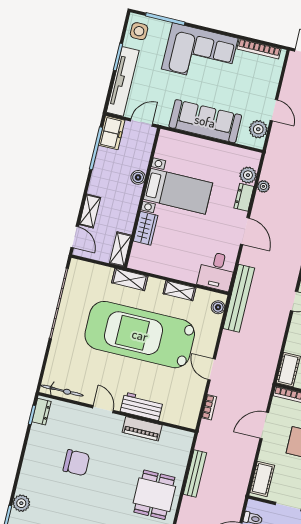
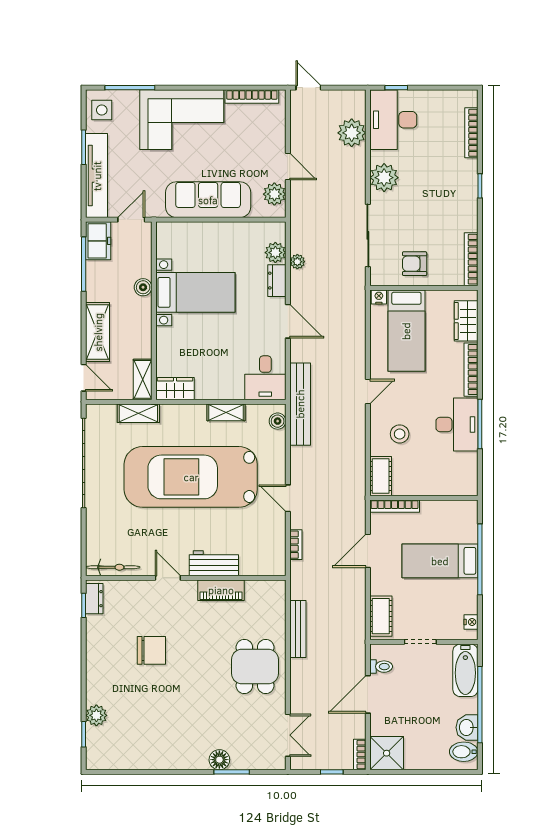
shelving: (90, 211) -> (98, 332), width x1.50, depth x1.33
wardrobe: (146, 228) -> (175, 389), moved, turned -90
shelving: (130, 279) -> (138, 413), moved

